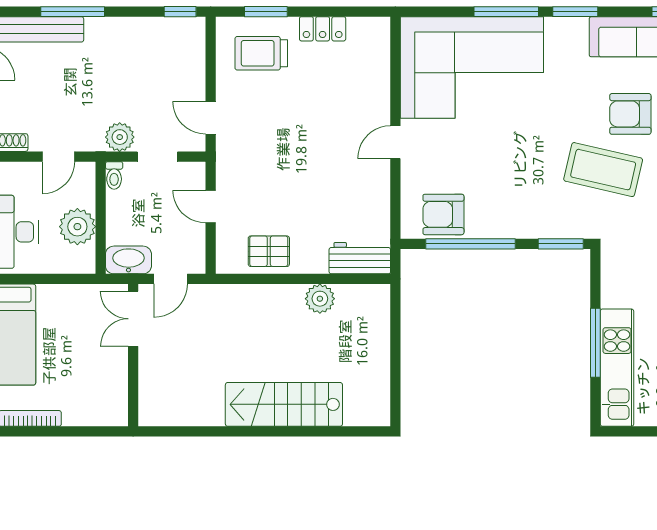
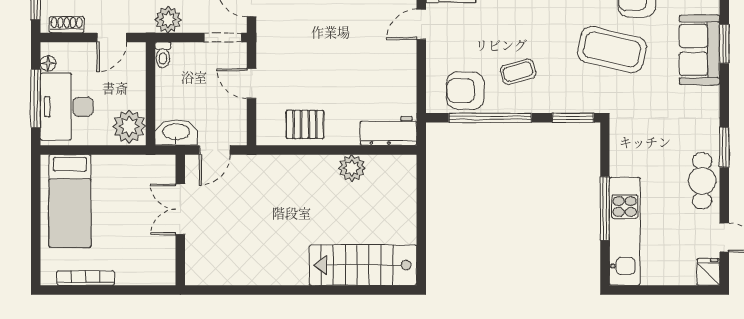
doorway: (157, 157) -> (223, 37), moved
coffee table: (501, 194) -> (518, 72), added
plant: (77, 227) -> (129, 126), moved
double door: (133, 319) -> (180, 209), moved
stairs: (284, 404) -> (363, 265), moved

